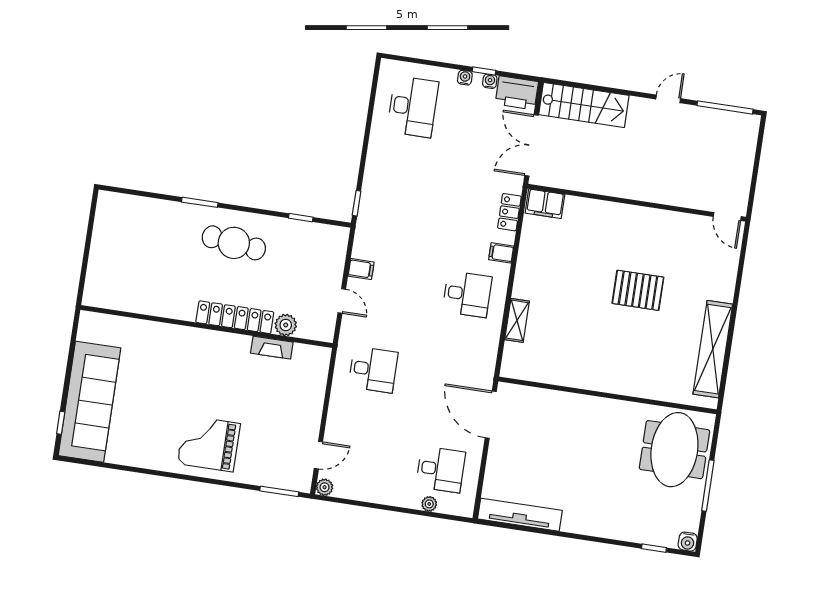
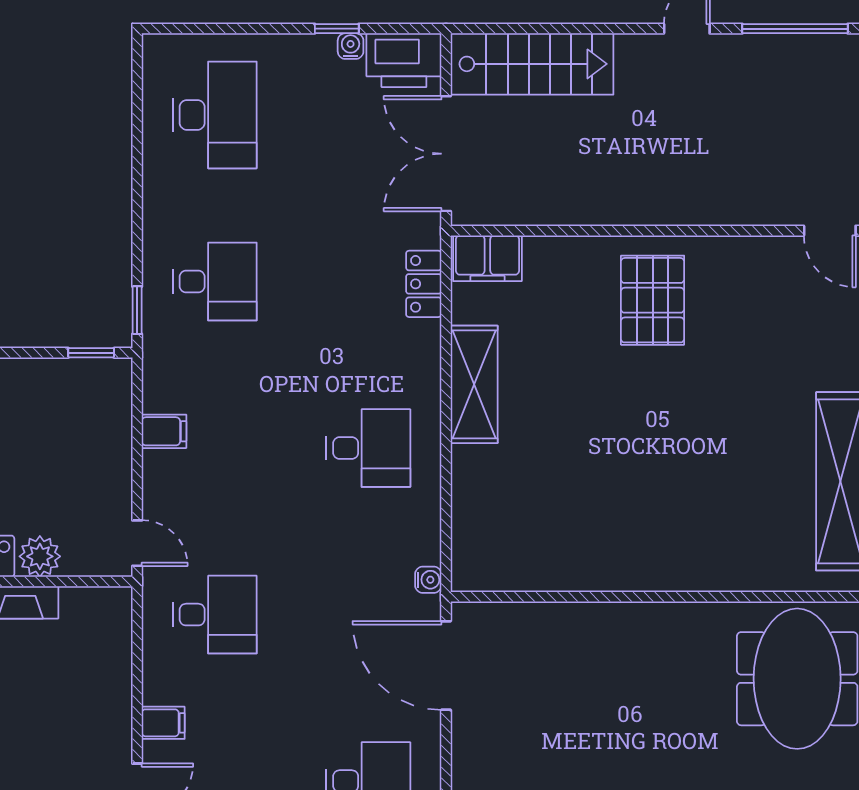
water cooler: (465, 78) -> (428, 580), moved, turned 90
desk: (400, 194) -> (215, 282), added
window: (301, 218) -> (91, 353), moved
filing cabinet: (501, 253) -> (163, 723), moved, turned 180
pallet: (638, 290) -> (653, 300), moved, turned 90
door: (342, 301) -> (137, 543), moved
shelving: (517, 320) -> (474, 384), moved, width x1.50, depth x1.33

